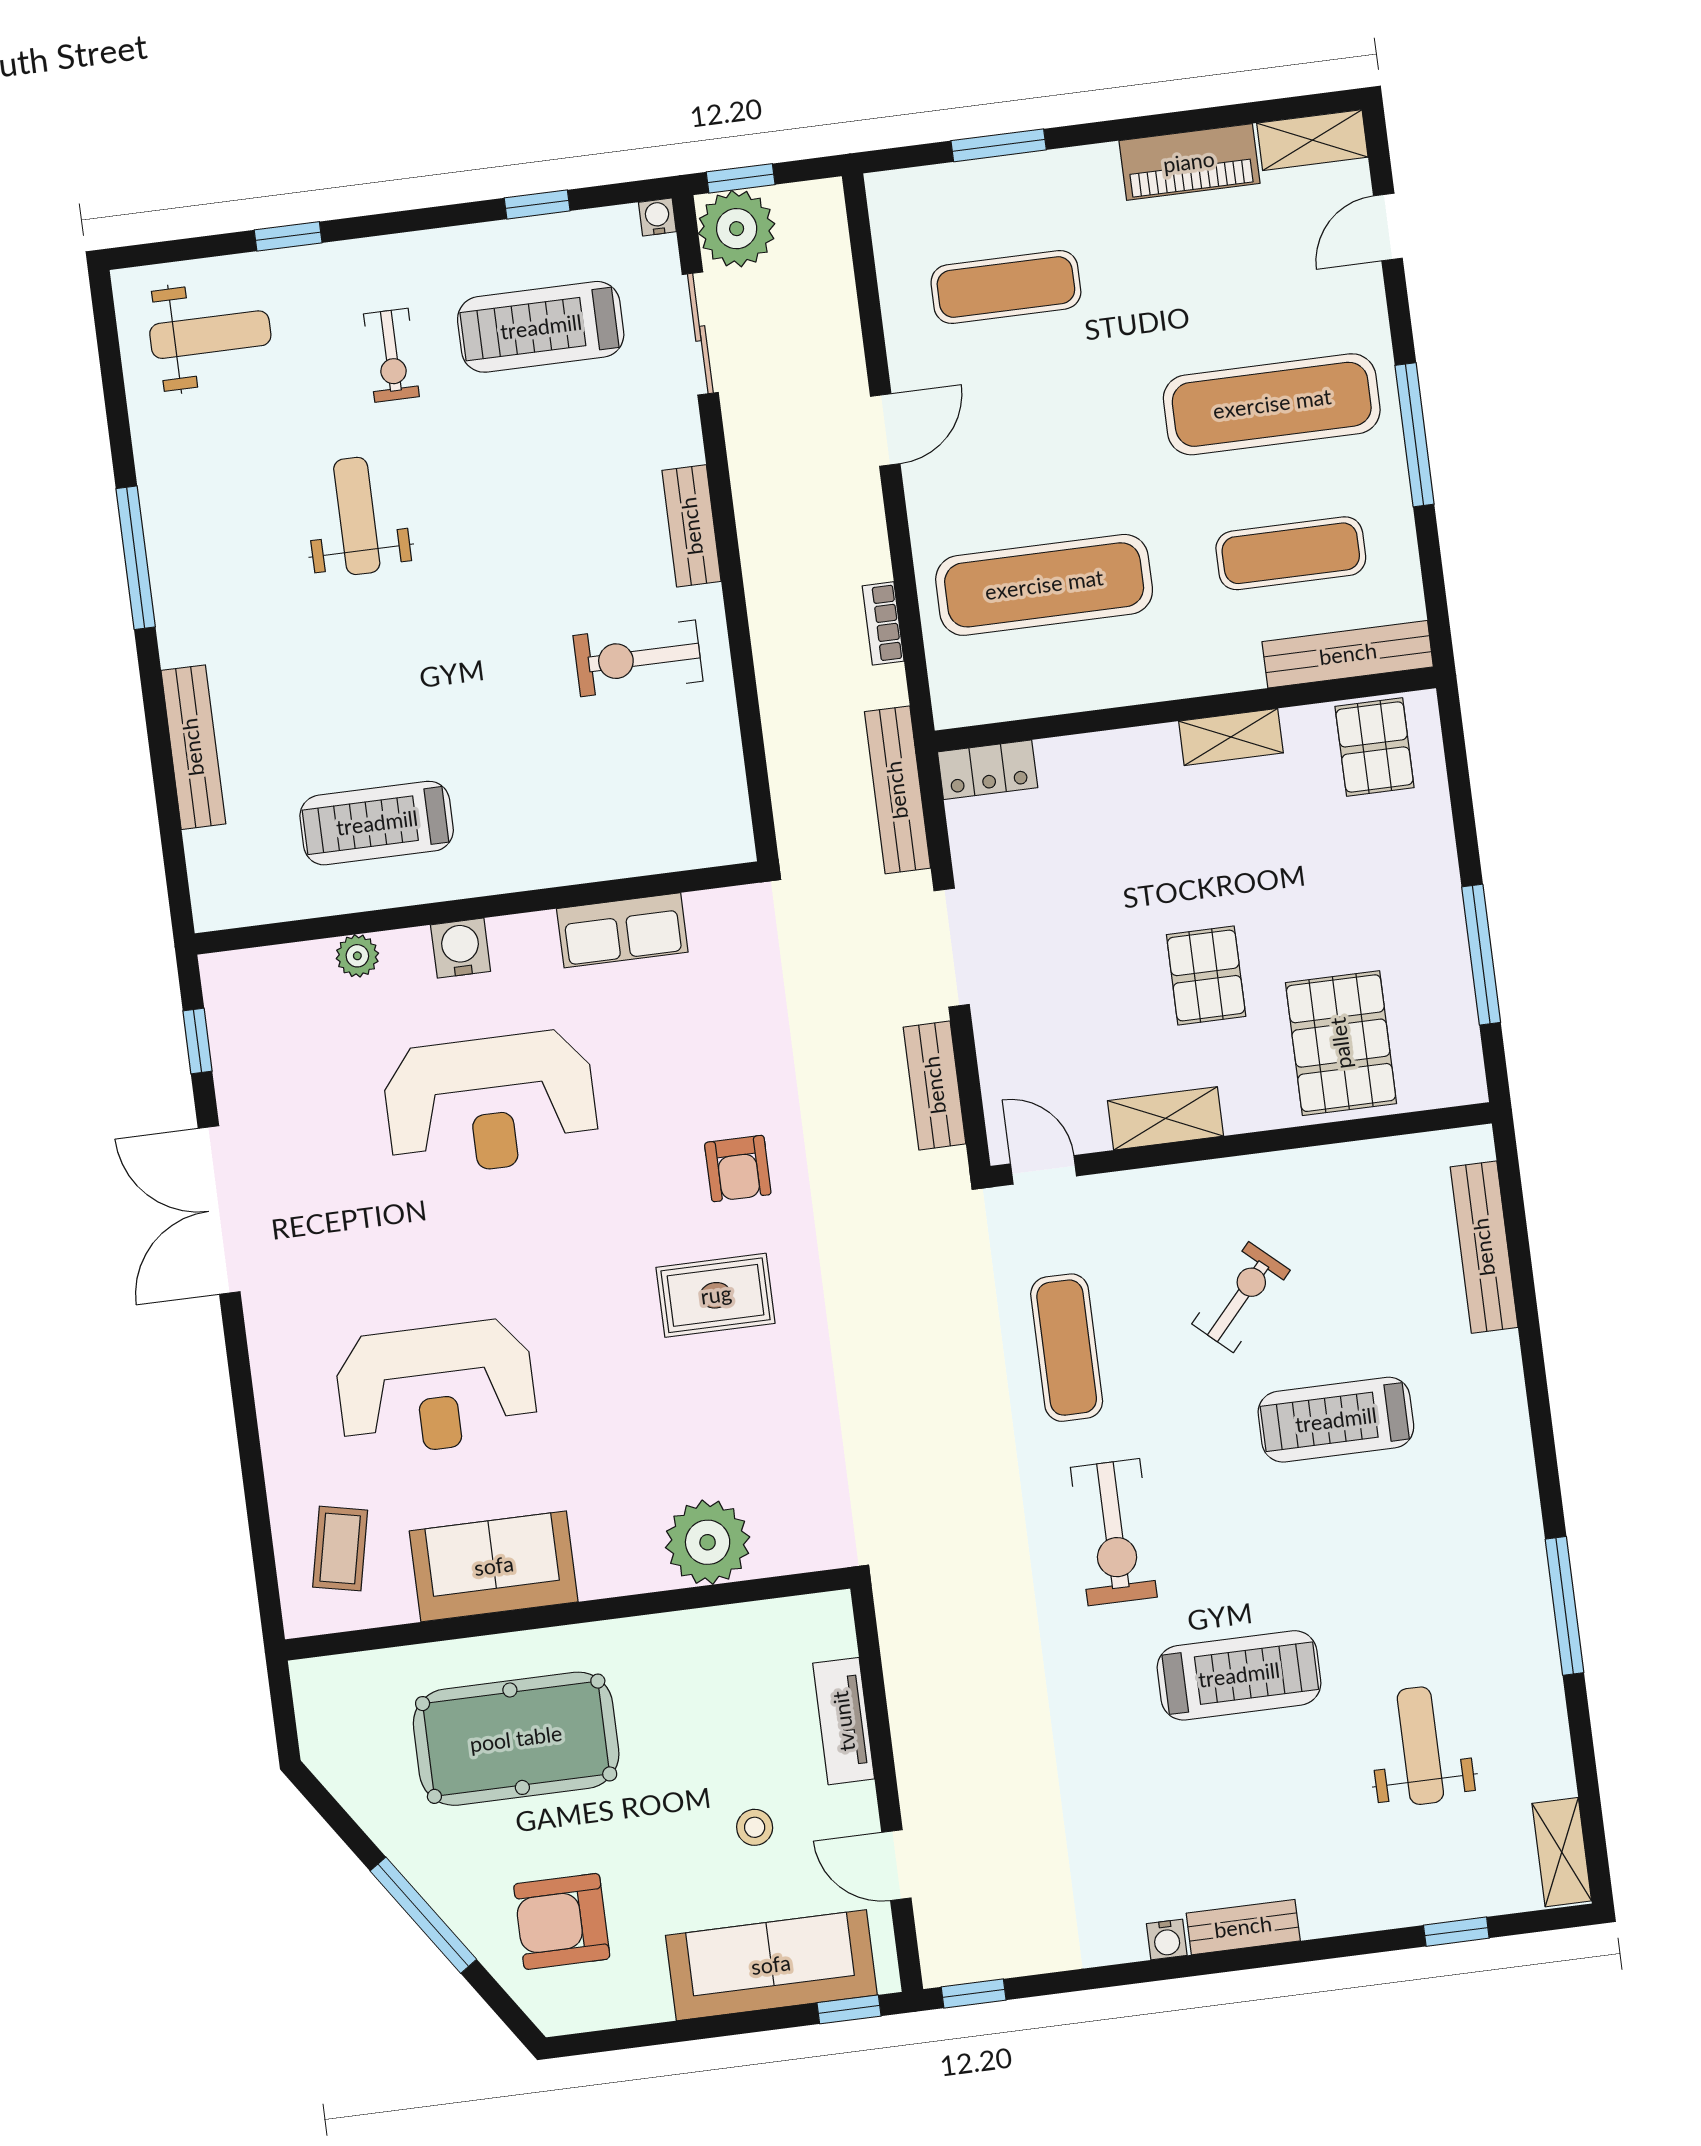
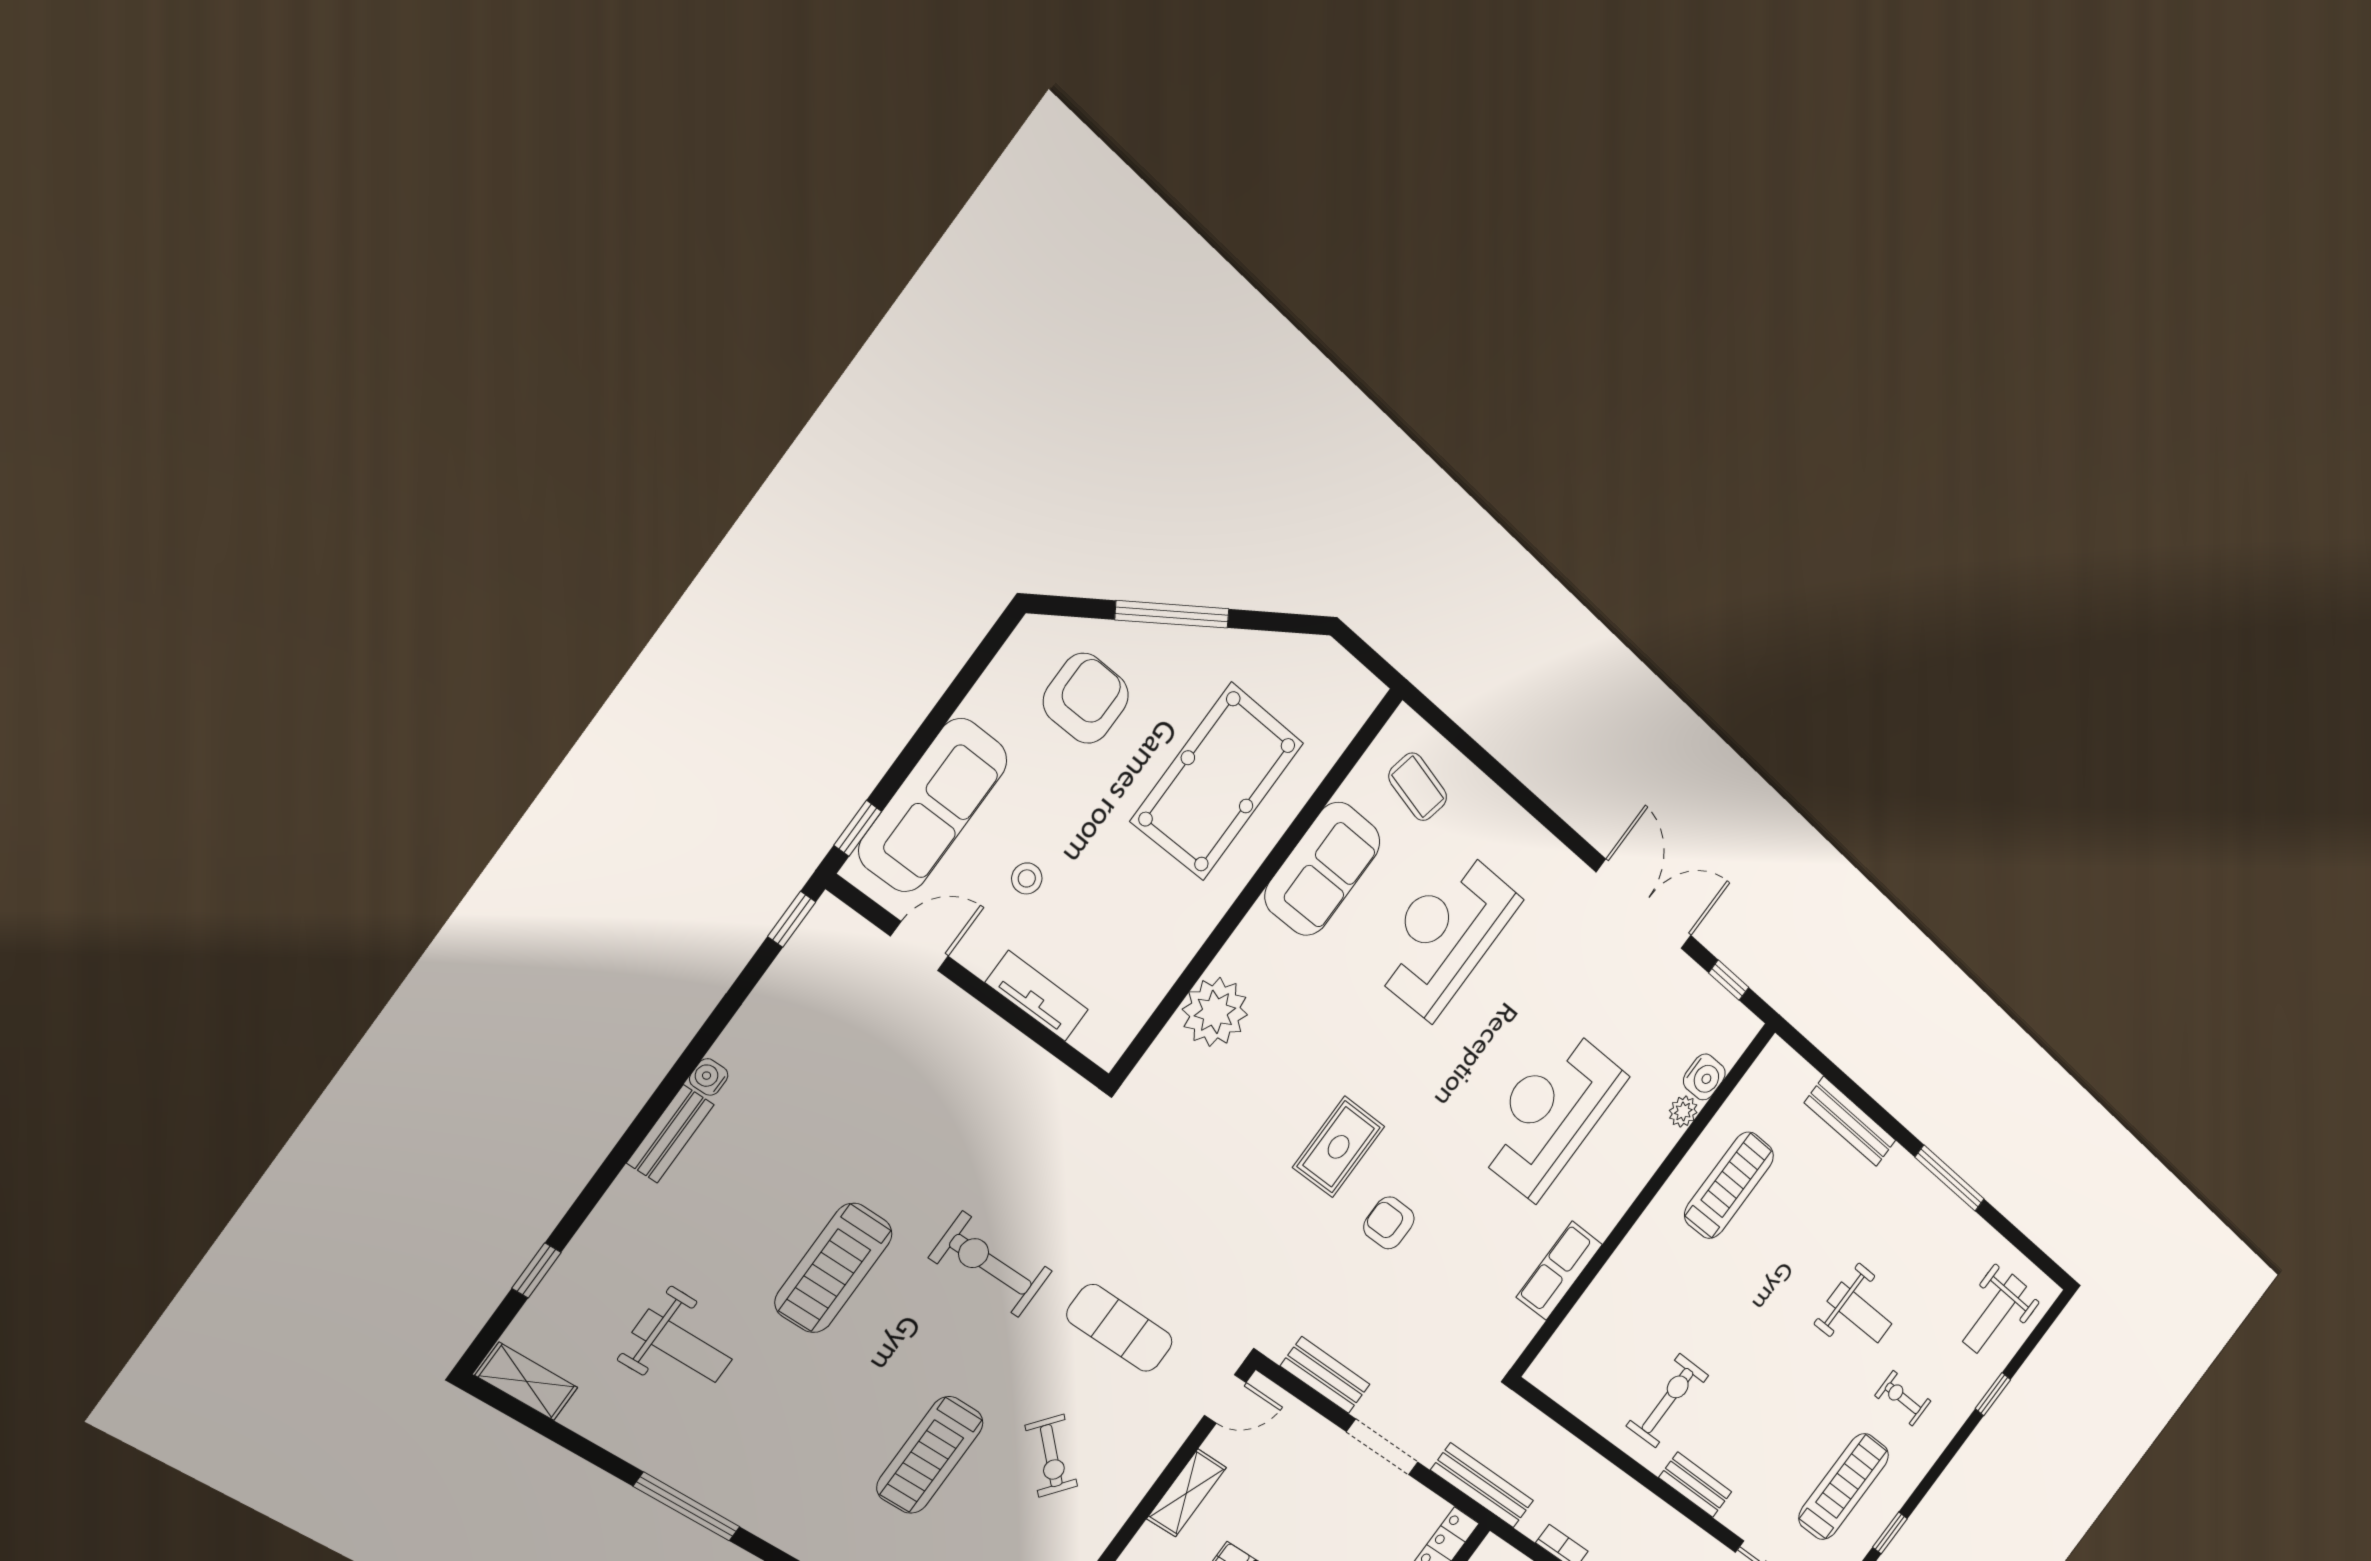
water cooler: (461, 948) -> (1704, 1077), moved
treadmill: (1336, 1420) -> (930, 1455), turned 180

